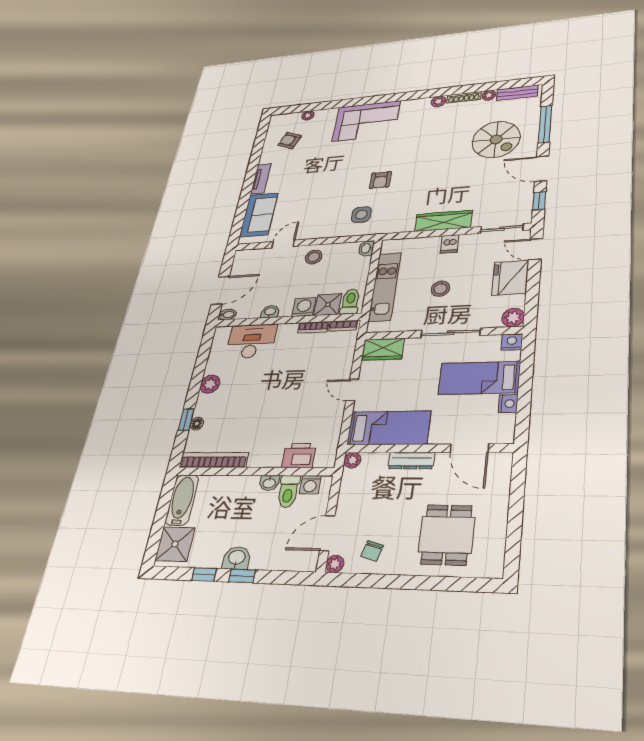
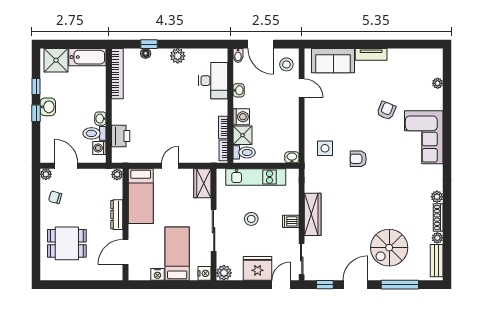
armchair: (290, 140) -> (386, 111), moved
stool: (314, 257) -> (286, 64), moved

